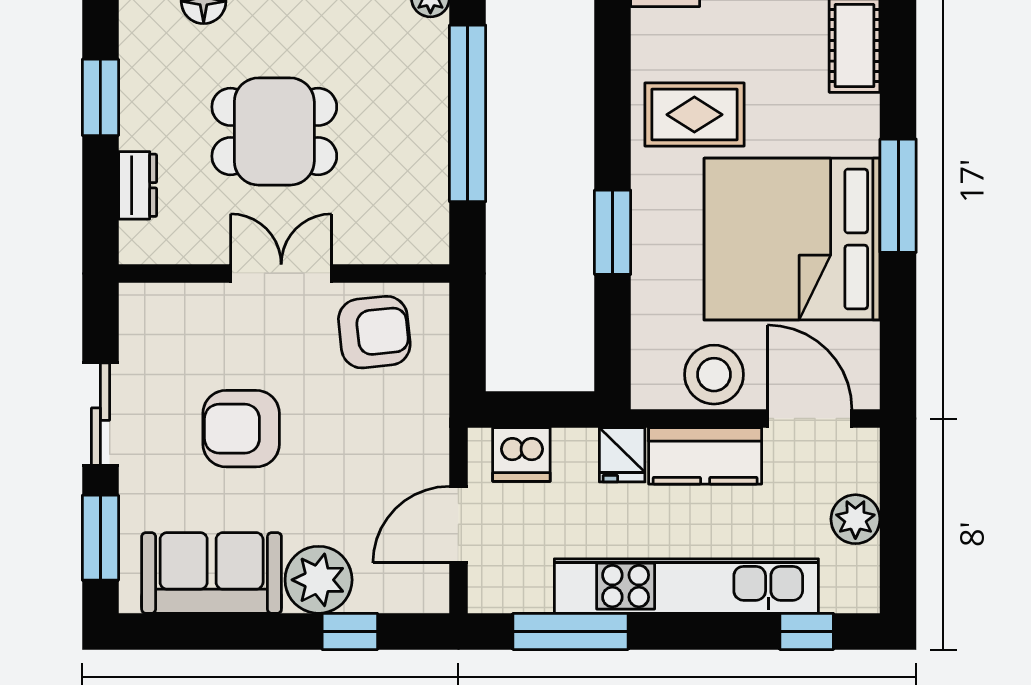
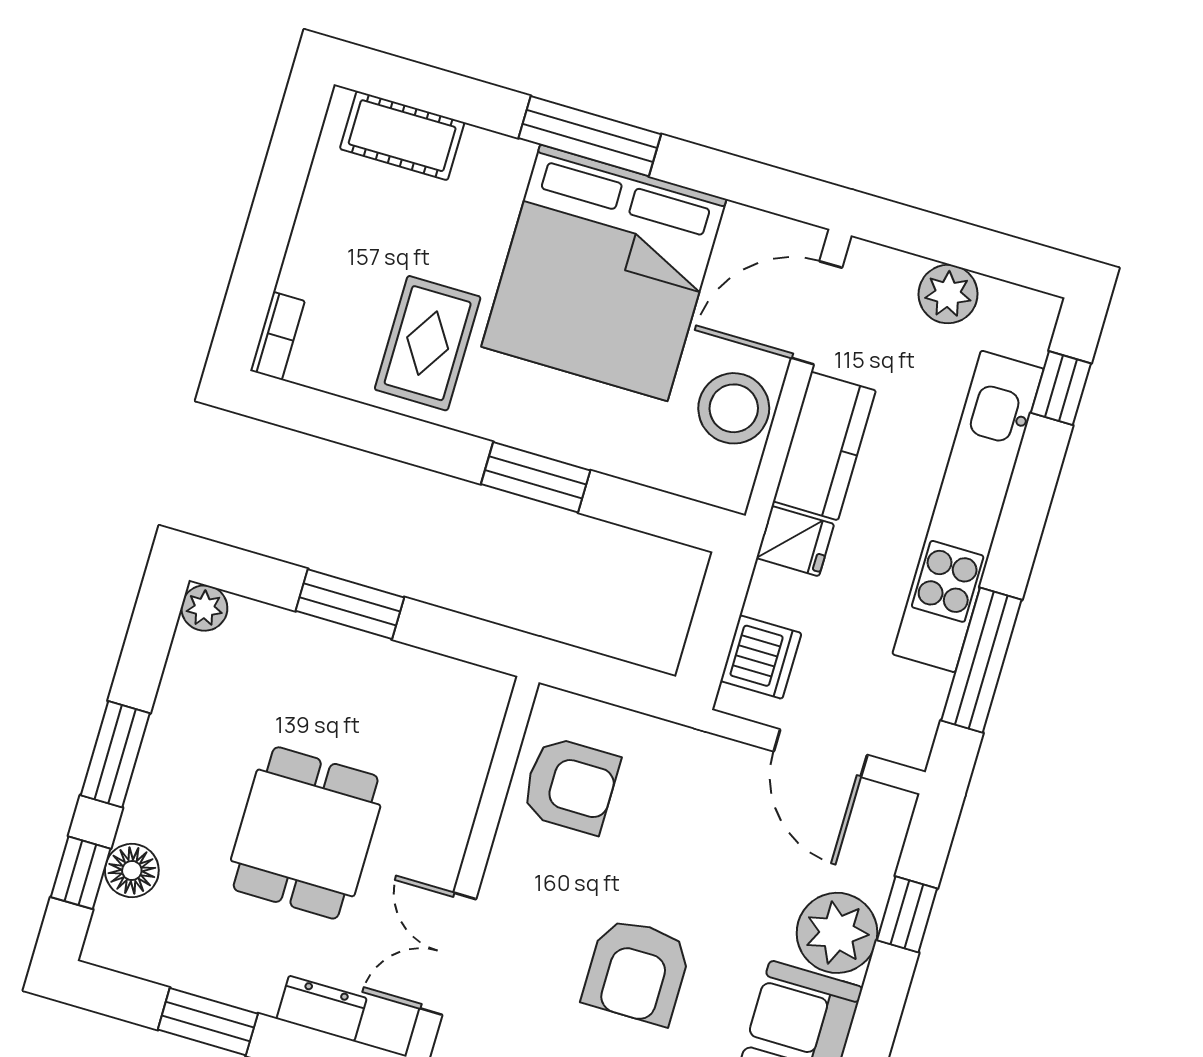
window: (468, 113) -> (350, 604), width x0.47
double door: (281, 273) -> (448, 954), moved
armchair: (374, 332) -> (570, 785), turned 96

